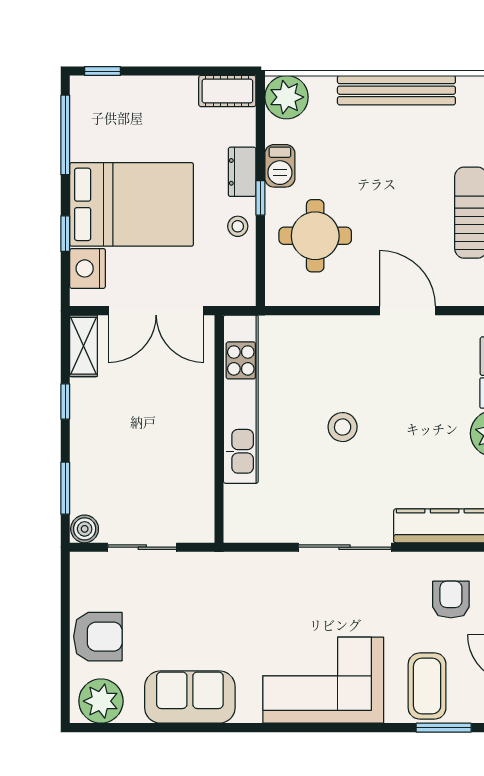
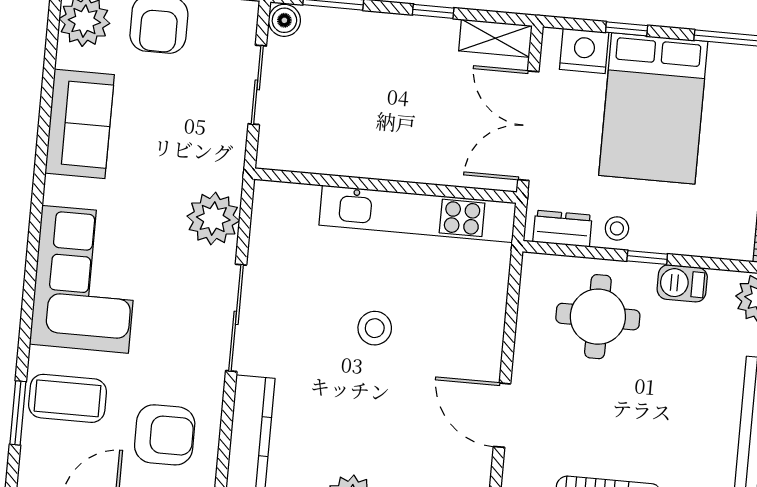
dresser: (242, 172) -> (562, 229), moved
door: (408, 311) -> (502, 415), swing flipped
plant: (261, 575) -> (213, 218), added
armchair: (451, 599) -> (165, 435), width x1.38, depth x1.38

